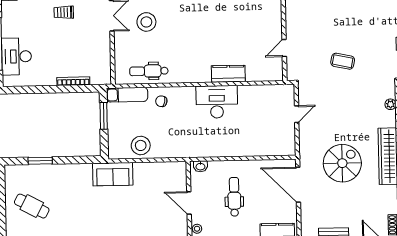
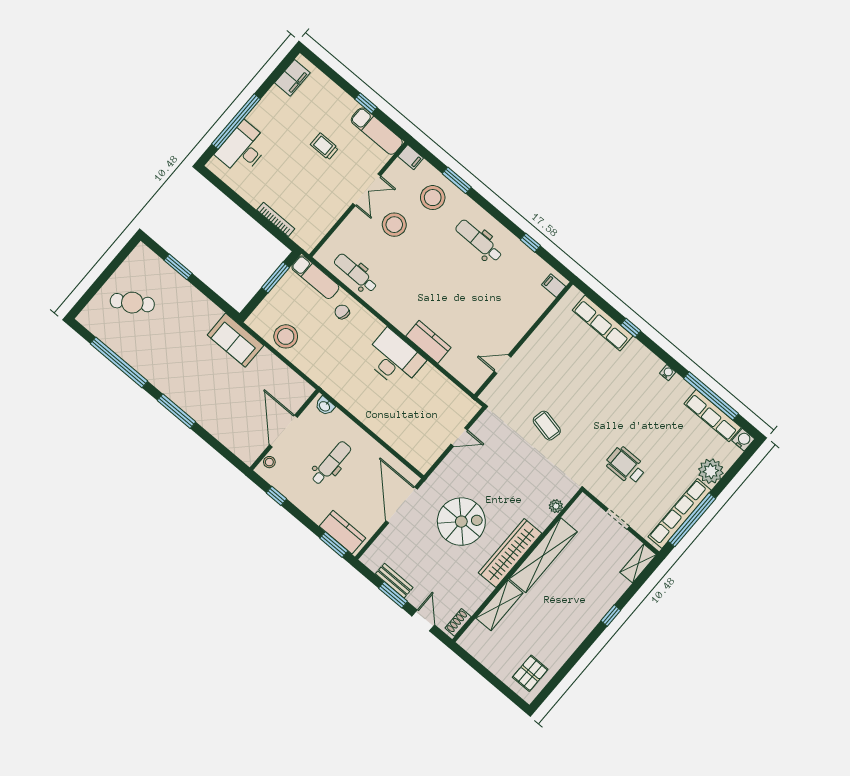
door: (189, 203) -> (283, 431), width x1.36
cafe table: (32, 206) -> (132, 303), turned -61

